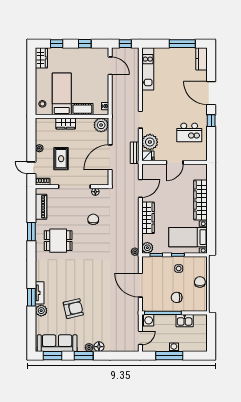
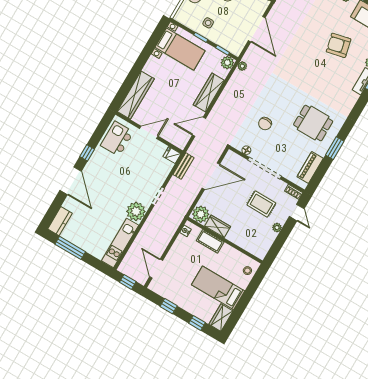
bed: (62, 94) -> (218, 288), moved, turned 90
wardrobe: (66, 123) -> (218, 226), moved
kitchen island: (189, 132) -> (117, 139), moved, turned -90
plant: (150, 142) -> (136, 211), moved
rug: (61, 159) -> (261, 204), turned 90
wardrobe: (200, 200) -> (136, 95), moved

